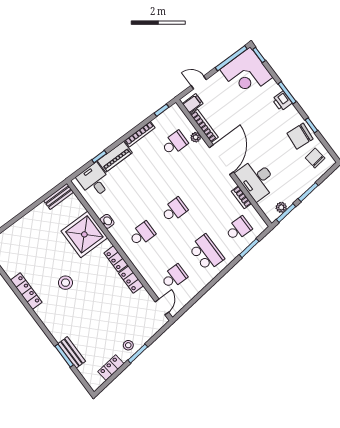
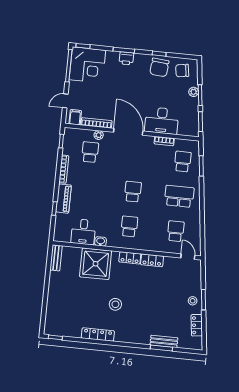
desk: (94, 181) -> (83, 232), moved, turned -90
plant: (281, 207) -> (194, 92), moved

